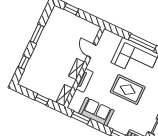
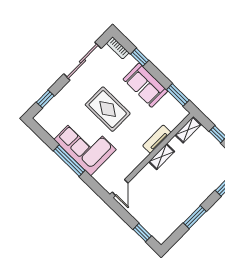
door: (92, 51) -> (120, 188), moved
sofa: (96, 112) -> (145, 85), moved

